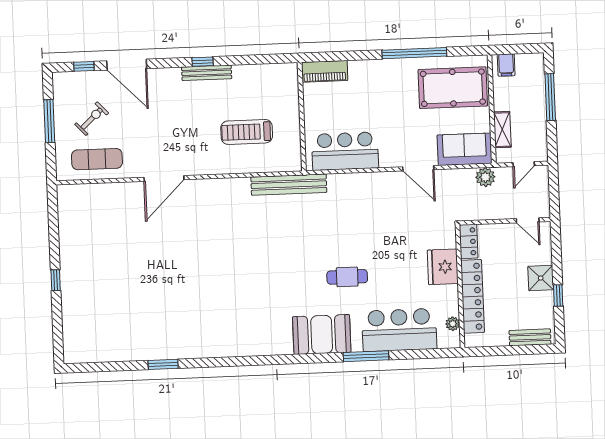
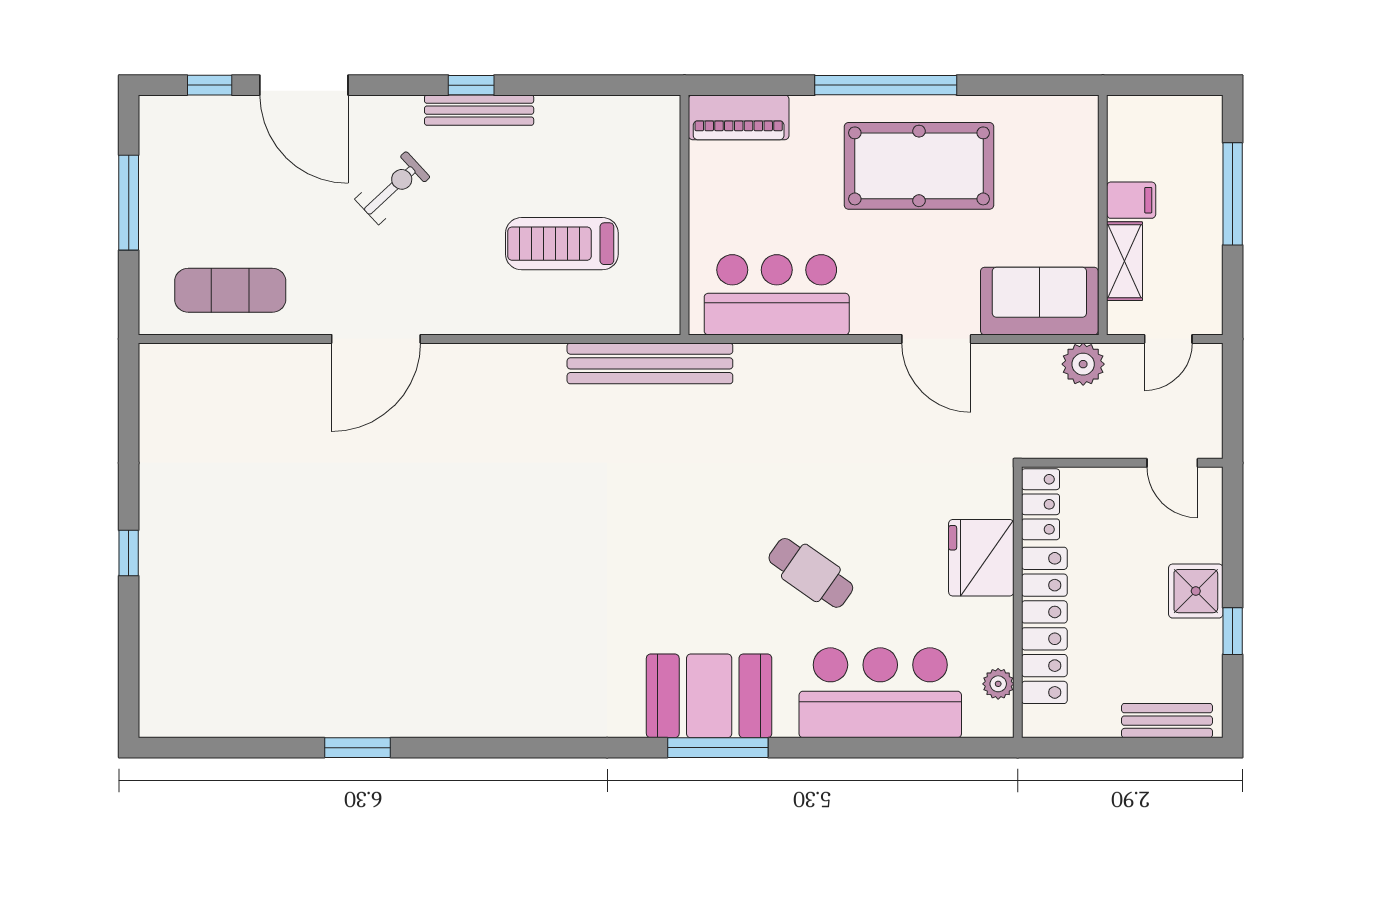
window: (414, 53) -> (886, 85), moved
filing cabinet: (506, 65) -> (1131, 200), moved, turned -90
pool table: (453, 88) -> (919, 166), moved
exercise bike: (92, 119) -> (392, 188), moved
cafe table: (347, 277) -> (811, 573), moved, turned 35
window: (366, 356) -> (718, 748), moved

